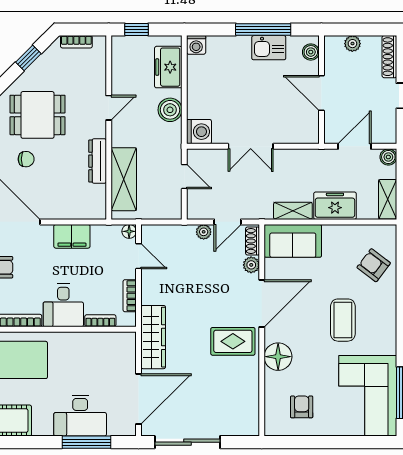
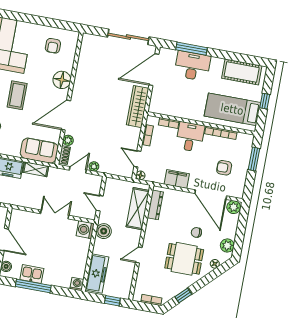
freezer: (168, 67) -> (97, 274), width x1.40
boiler: (170, 110) -> (104, 231), moved
dresser: (98, 161) -> (155, 205), moved
rug: (233, 341) -> (88, 95), removed

